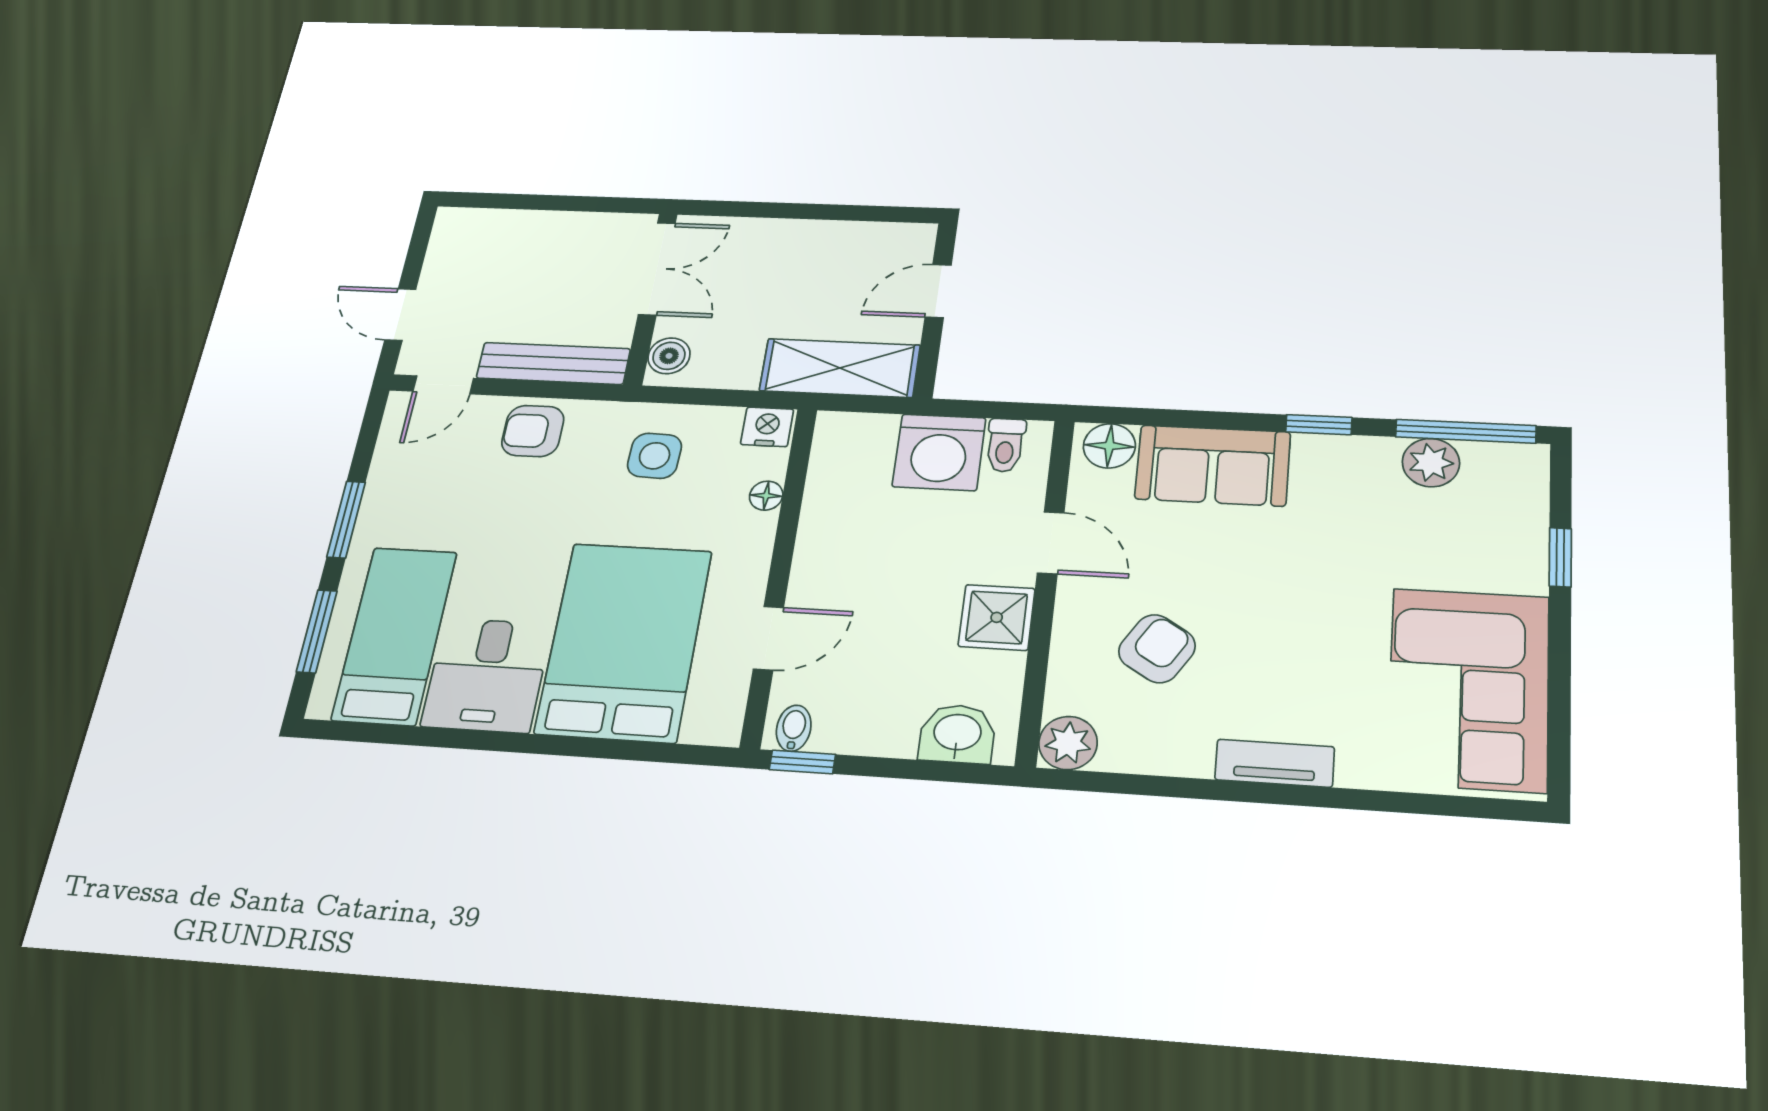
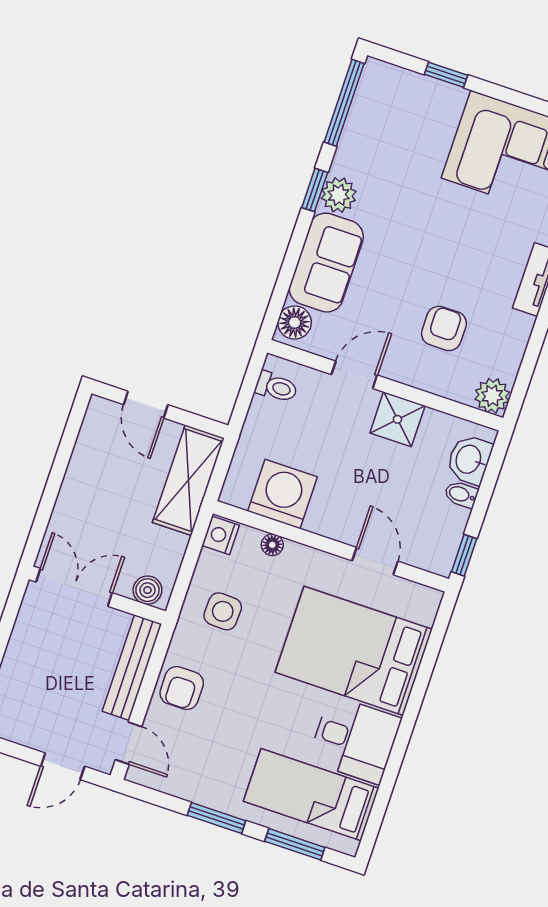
washing machine: (939, 452) -> (282, 494), moved, turned -90
plant: (1431, 463) -> (339, 195), moved
armchair: (1157, 649) -> (444, 328), turned 58
bidet: (794, 728) -> (461, 494), moved

